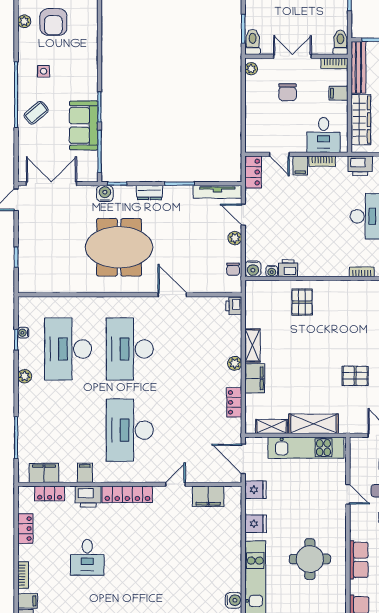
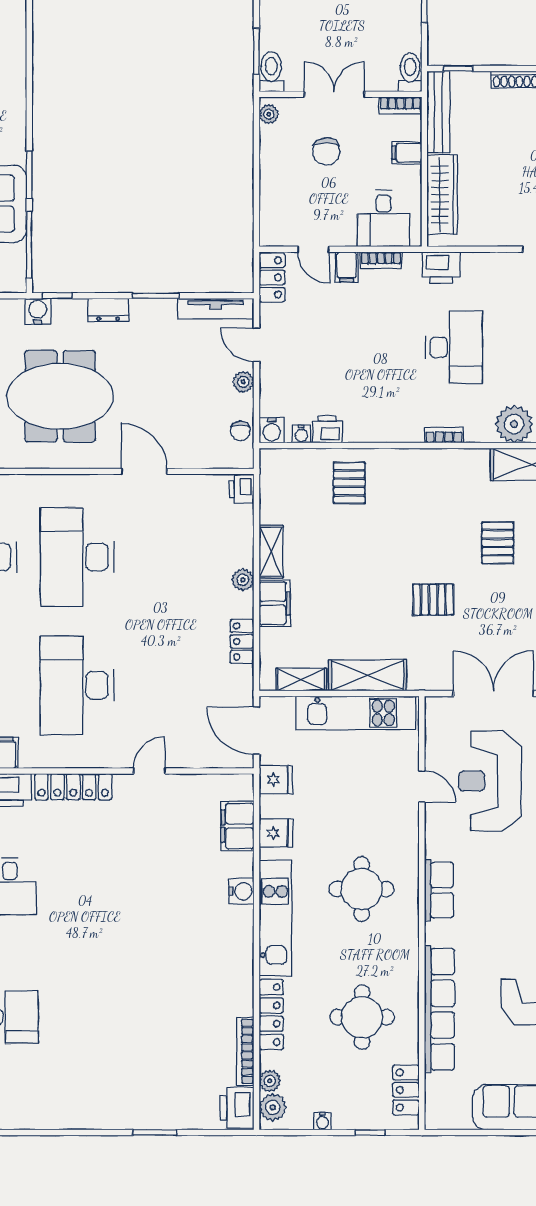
filing cabinet: (208, 496) -> (237, 826), moved, turned 90
water cooler: (234, 600) -> (241, 891), moved

